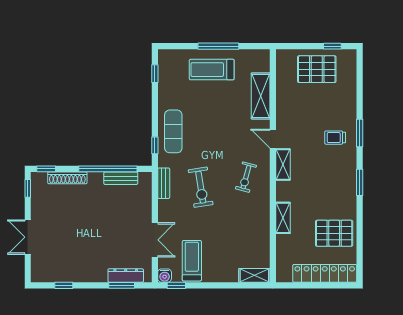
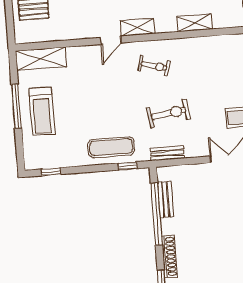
shelving: (261, 96) -> (41, 59), moved

